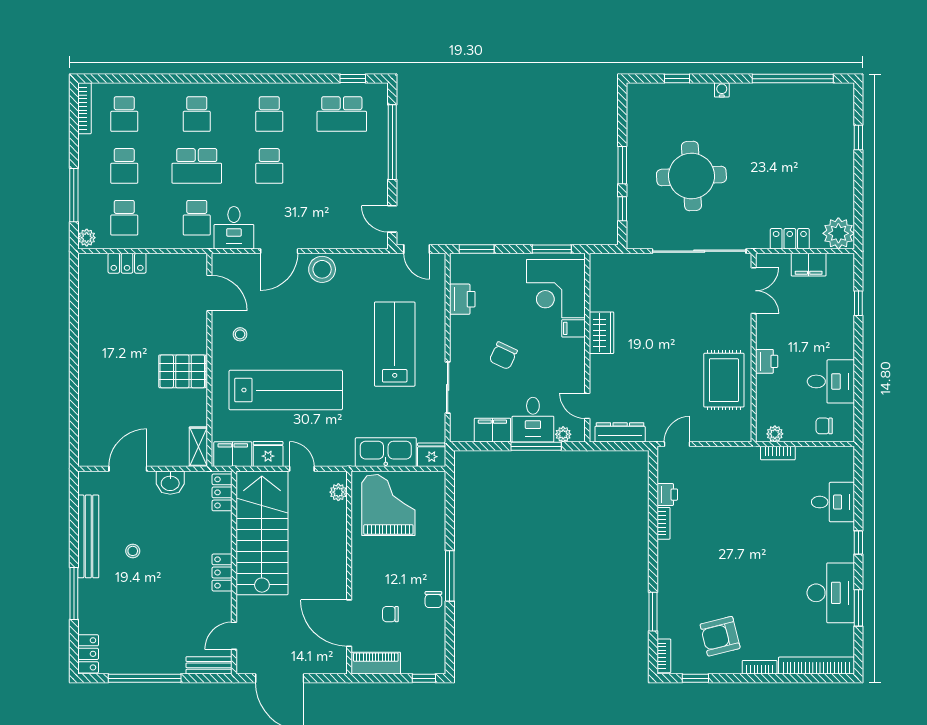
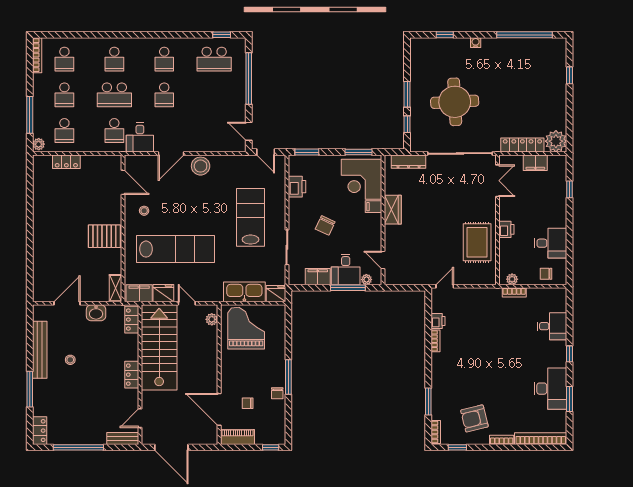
locker: (790, 239) -> (522, 145), width x1.53
dresser: (620, 432) -> (409, 162), moved, turned 180

